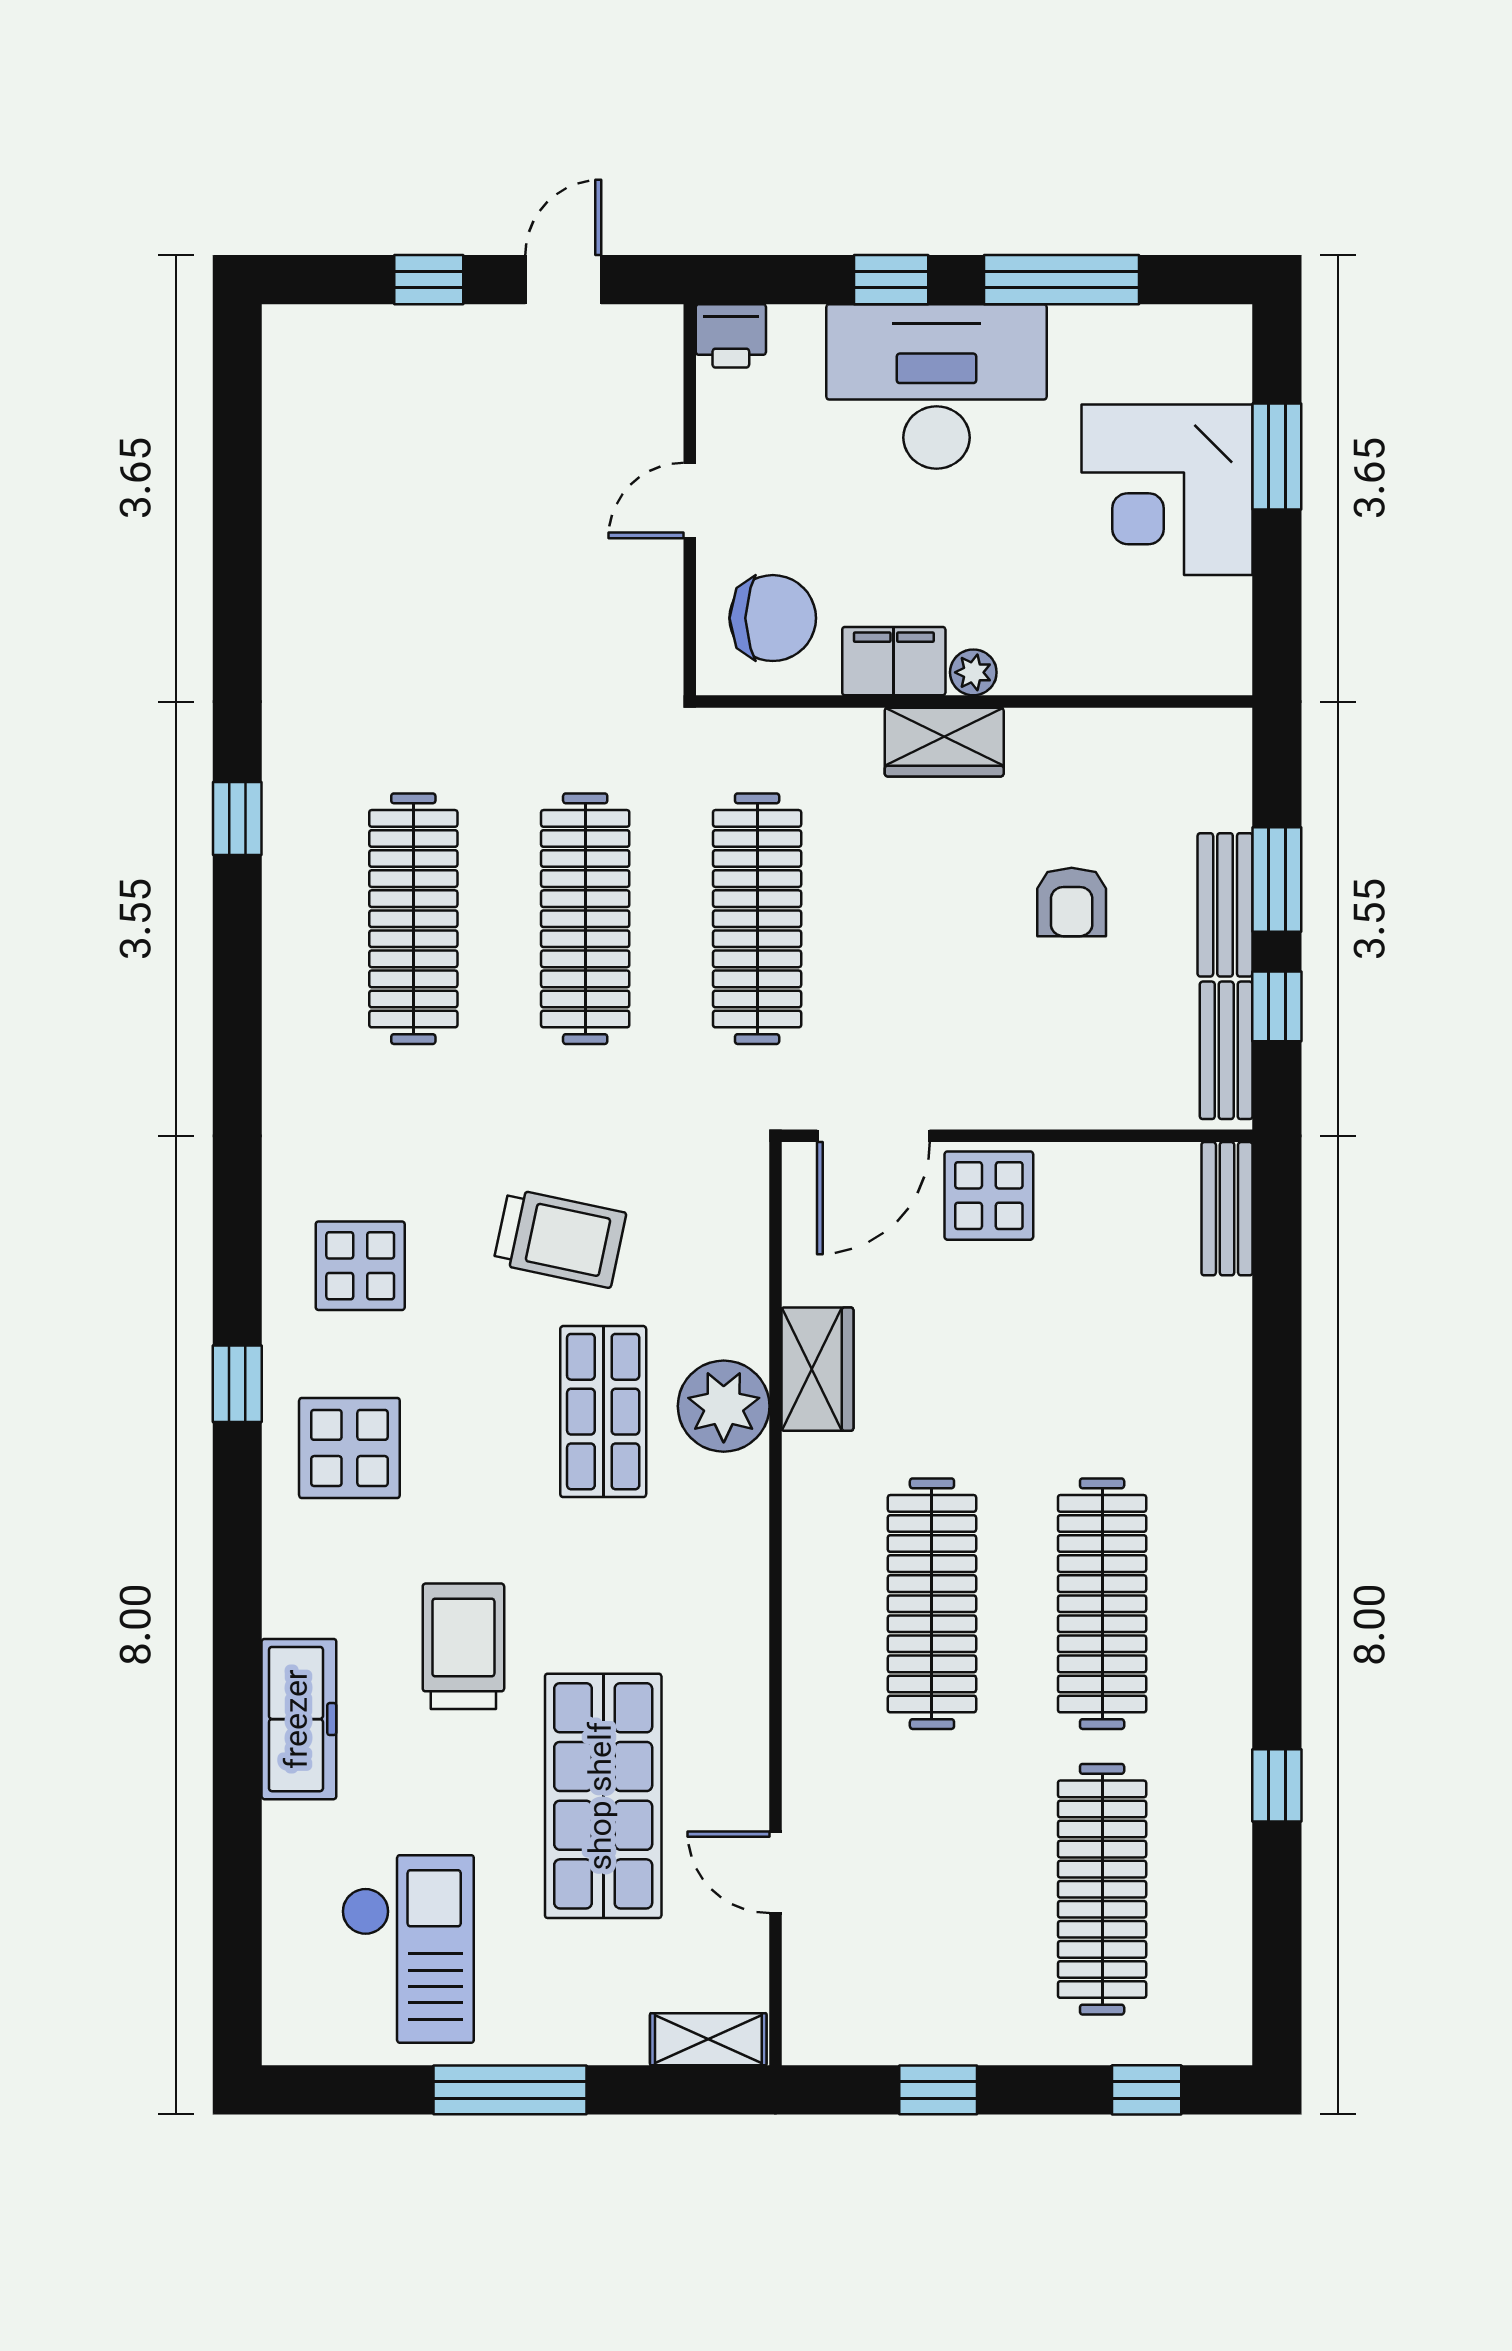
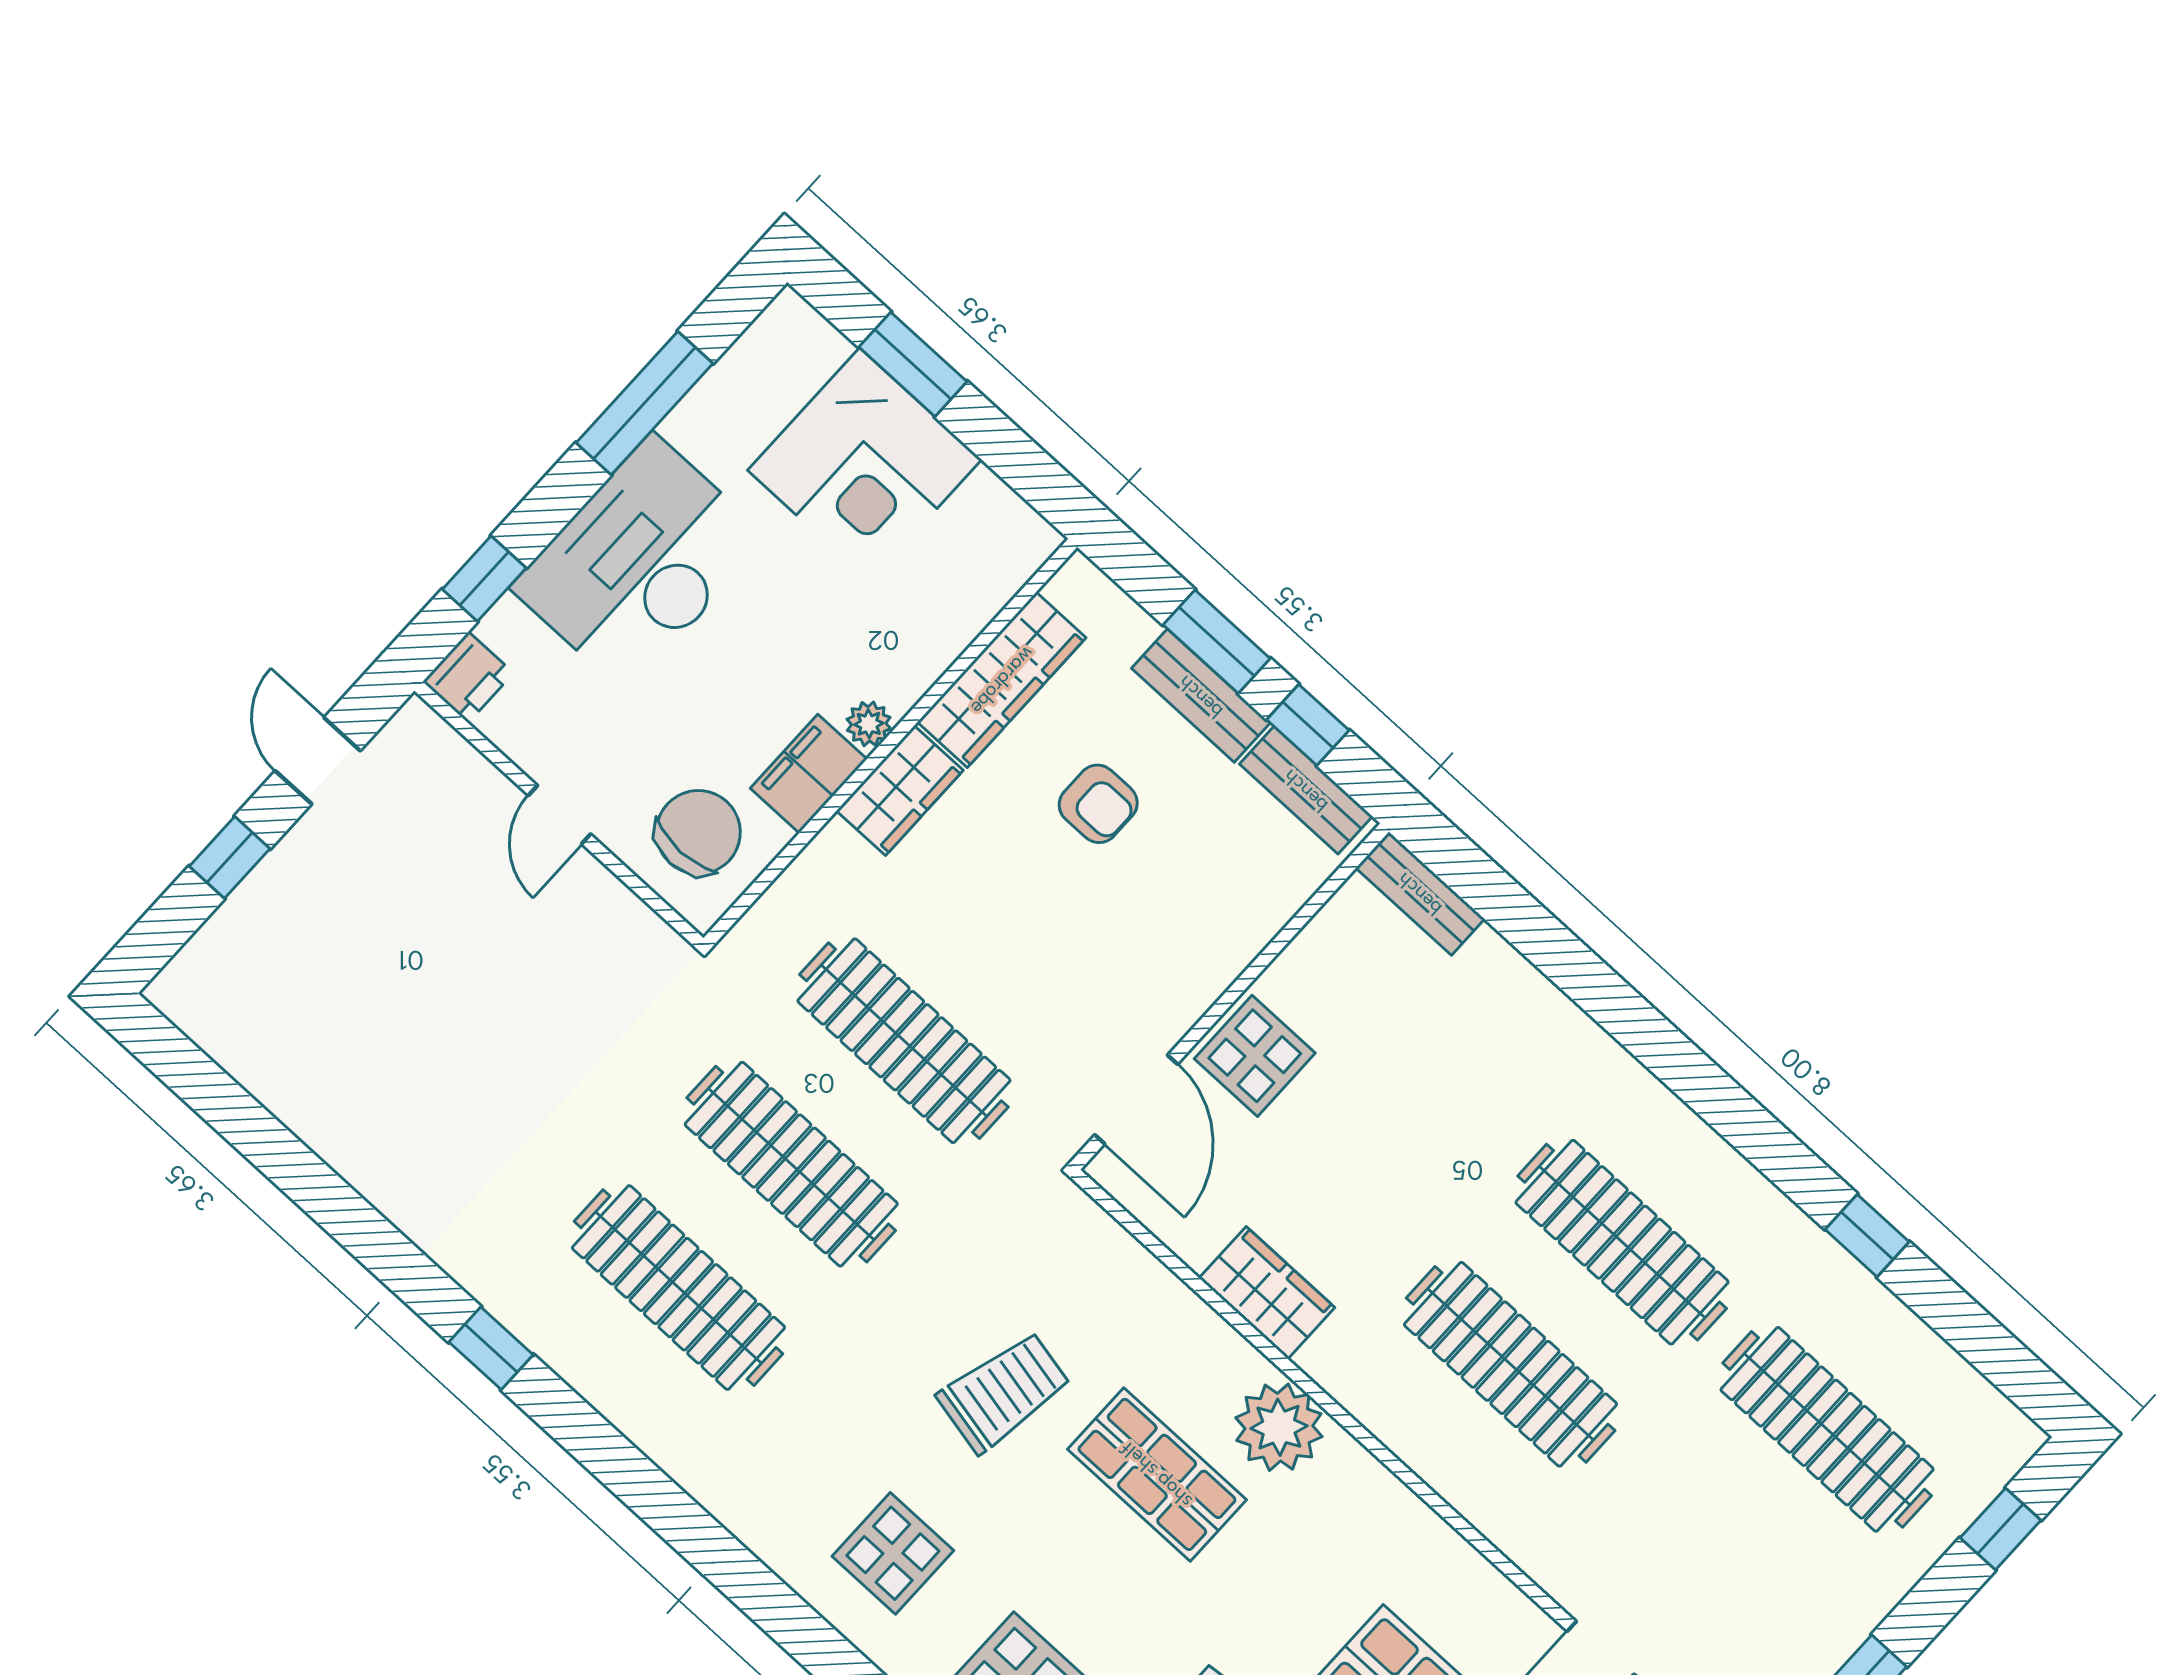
window: (891, 280) -> (484, 579), moved
wardrobe: (1099, 743) -> (1002, 680), added
plant: (724, 1406) -> (1279, 1427), moved

